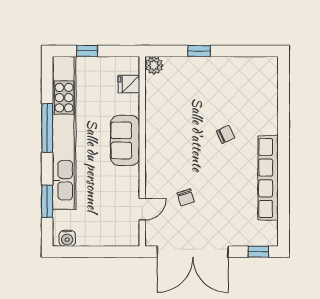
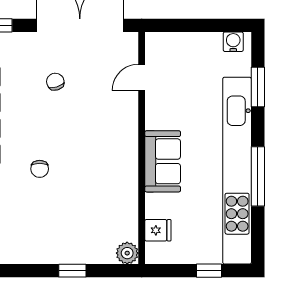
chair: (226, 134) -> (40, 169), turned -65
chair: (186, 197) -> (55, 82), moved

